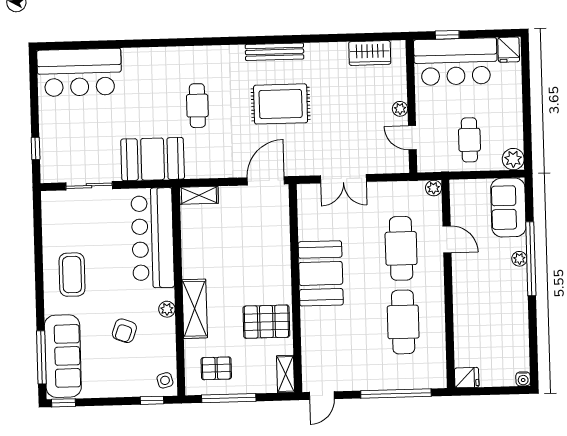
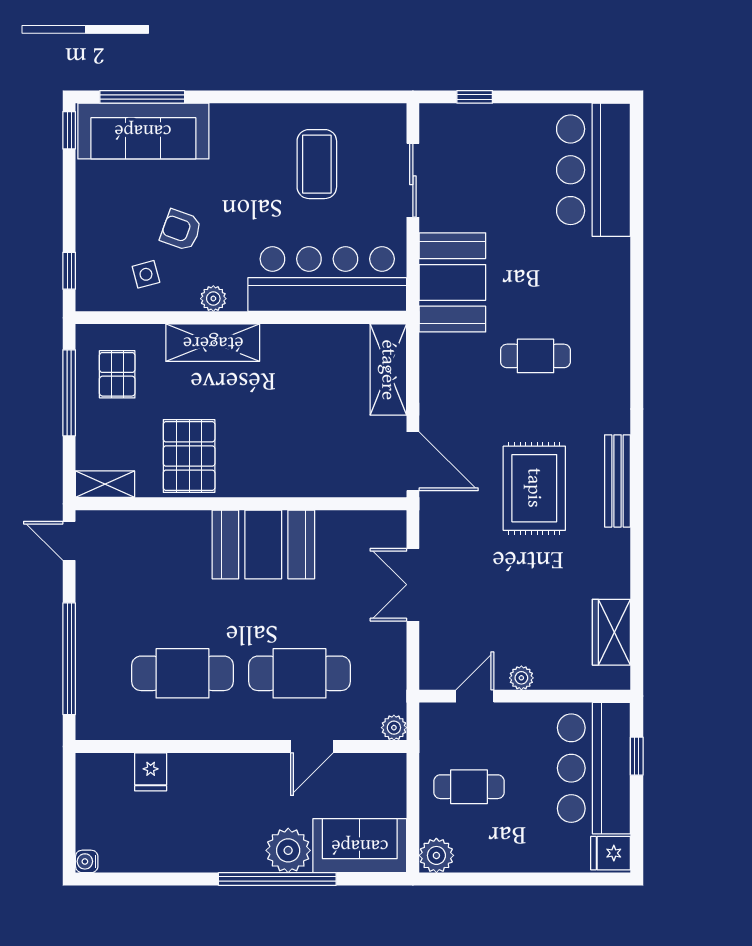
shelving: (199, 195) -> (388, 370), width x1.50, depth x1.33
plant: (519, 259) -> (288, 850), width x1.87, depth x1.87
coffee table: (72, 275) -> (317, 164), moved, turned 90
fridge: (467, 378) -> (151, 772), moved
side table: (165, 380) -> (146, 274), moved

